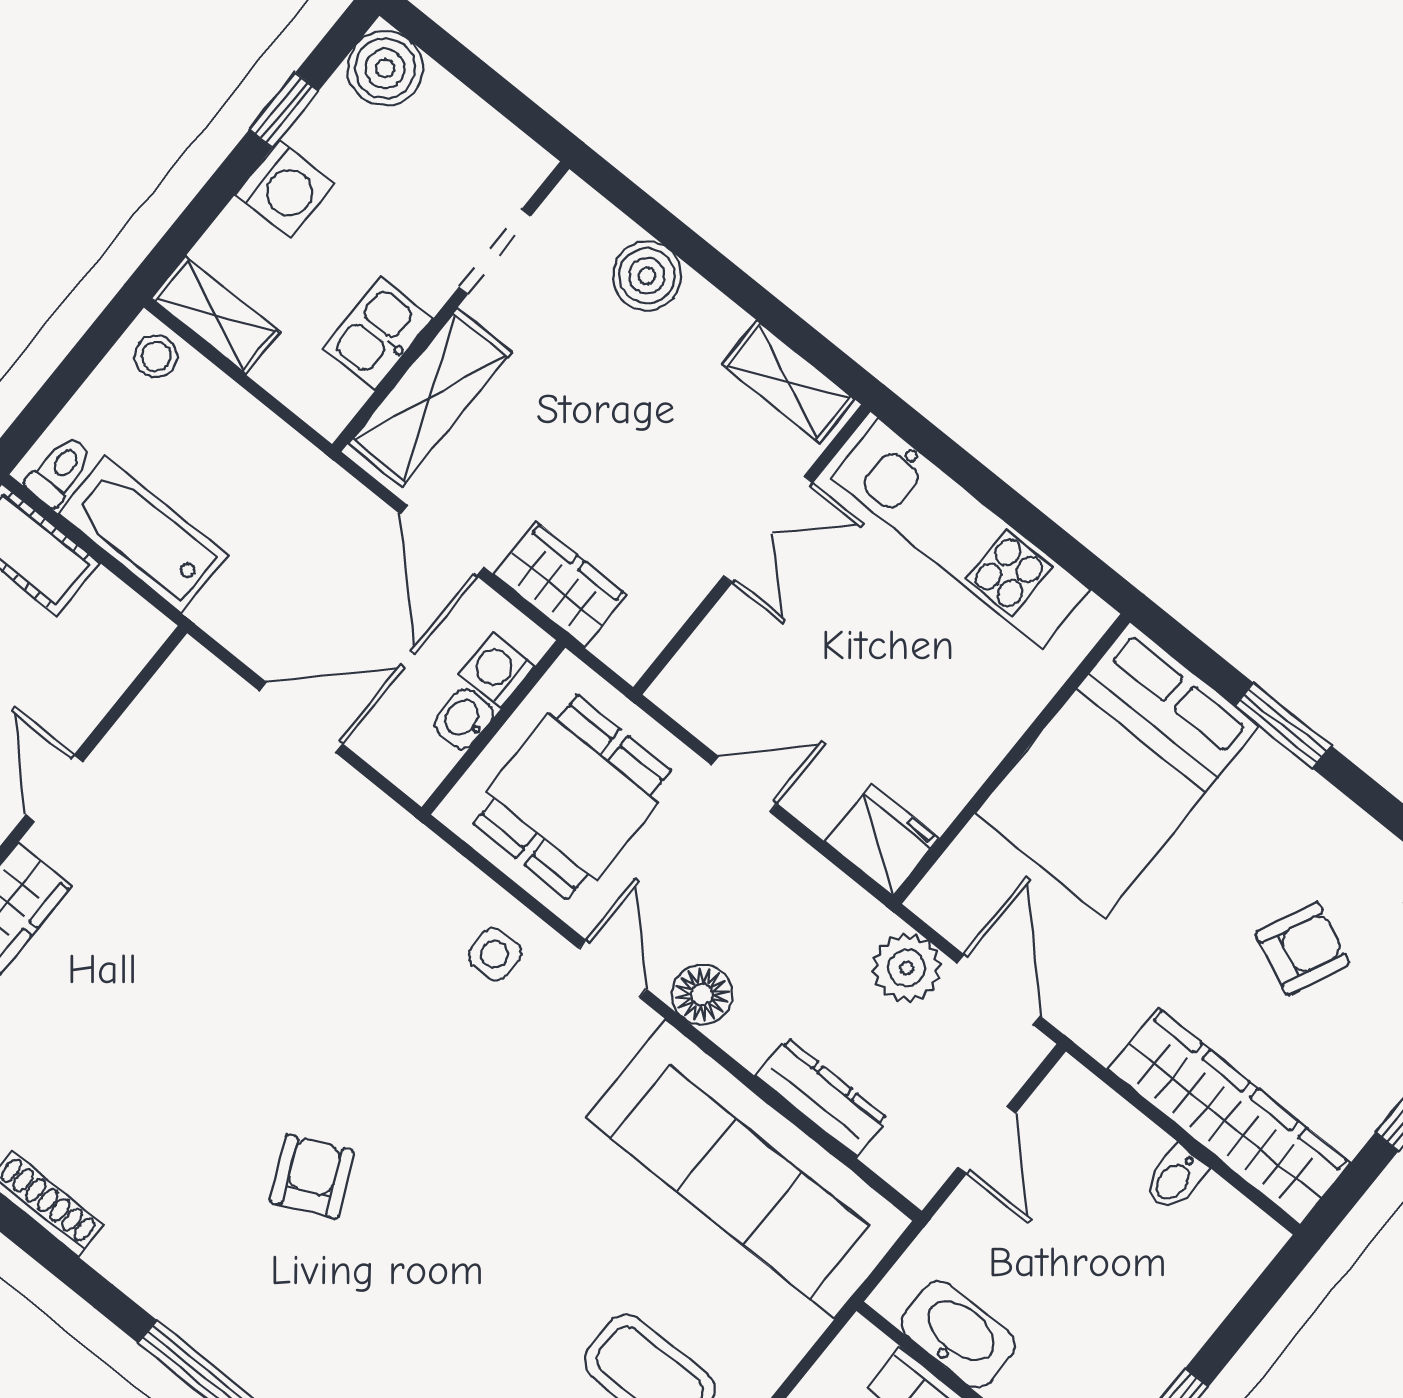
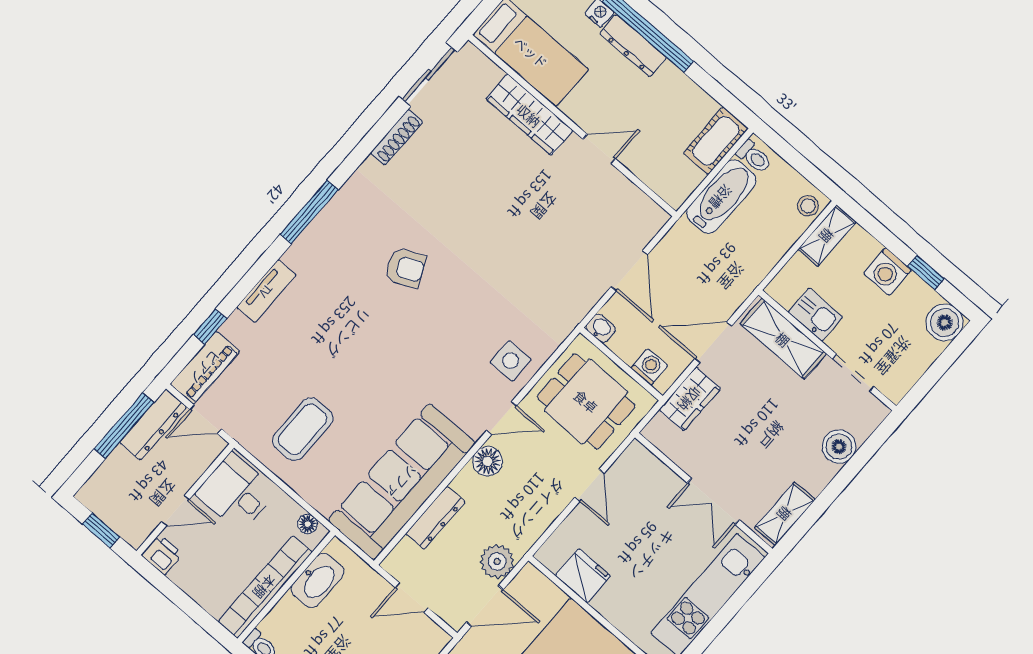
washbasin: (464, 719) -> (601, 328), moved
fridge: (882, 840) -> (583, 576), moved, turned -90
side table: (495, 954) -> (511, 361), width x1.37, depth x1.37
floor lamp: (844, 1359) -> (308, 524), added

